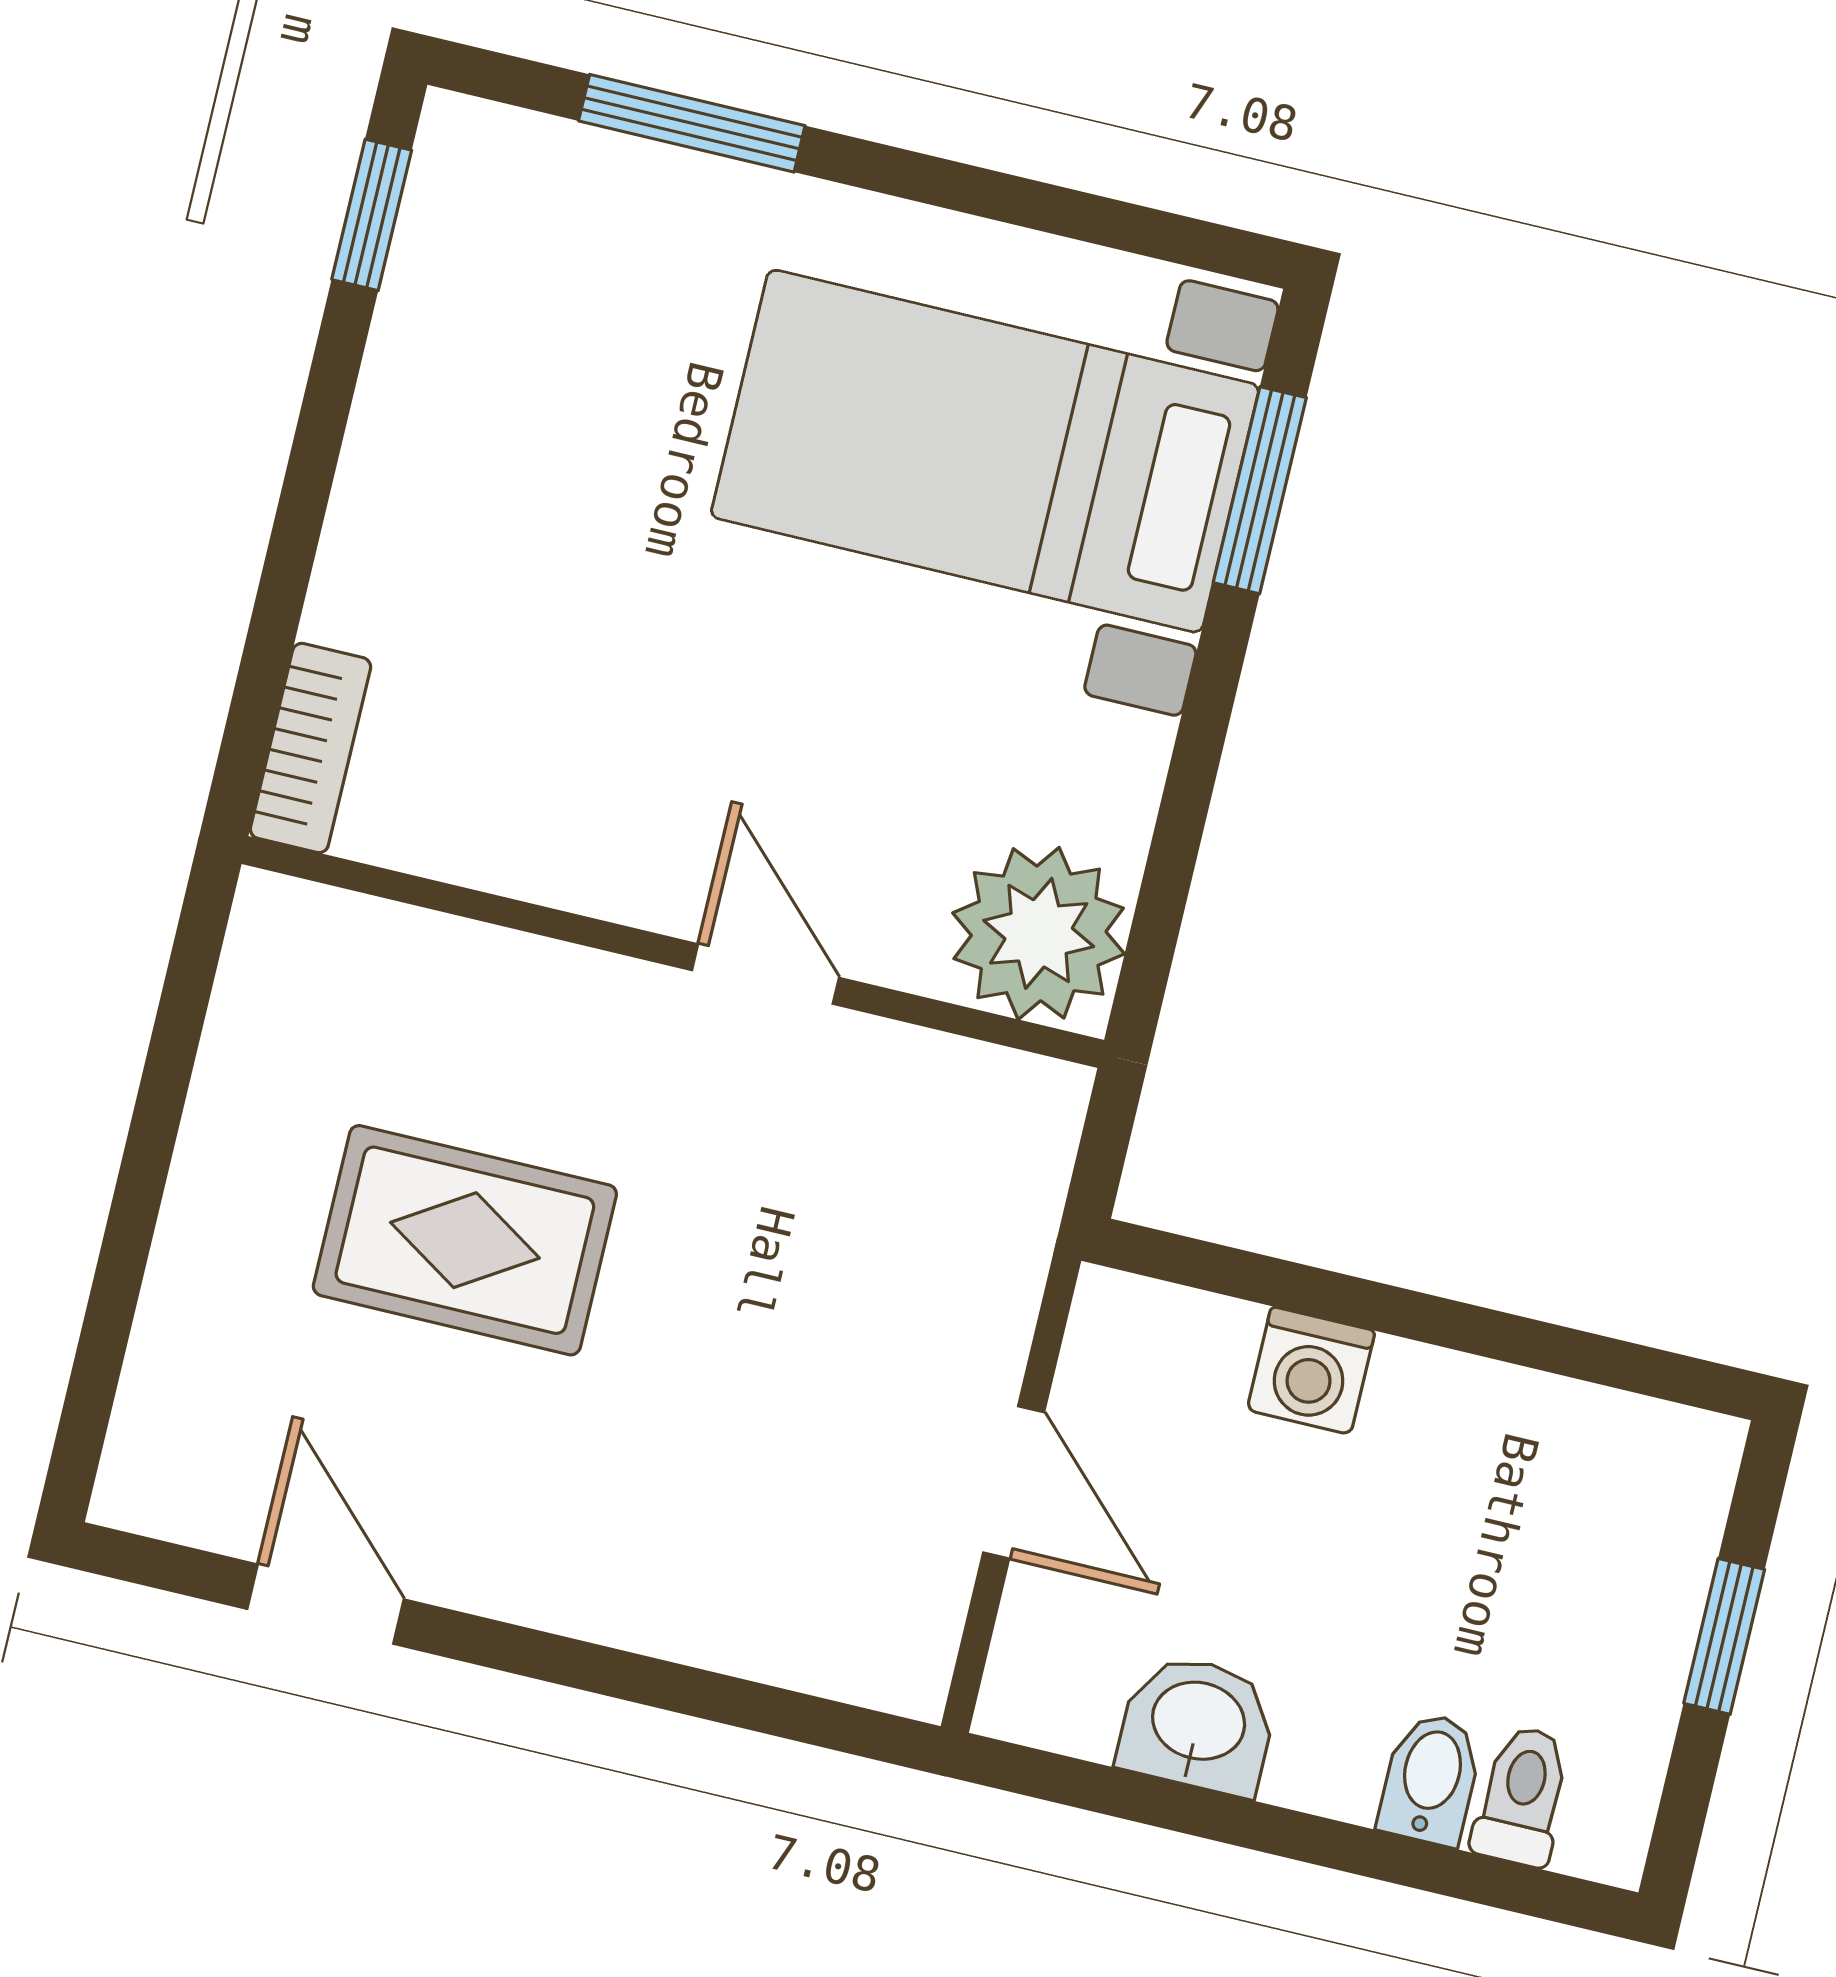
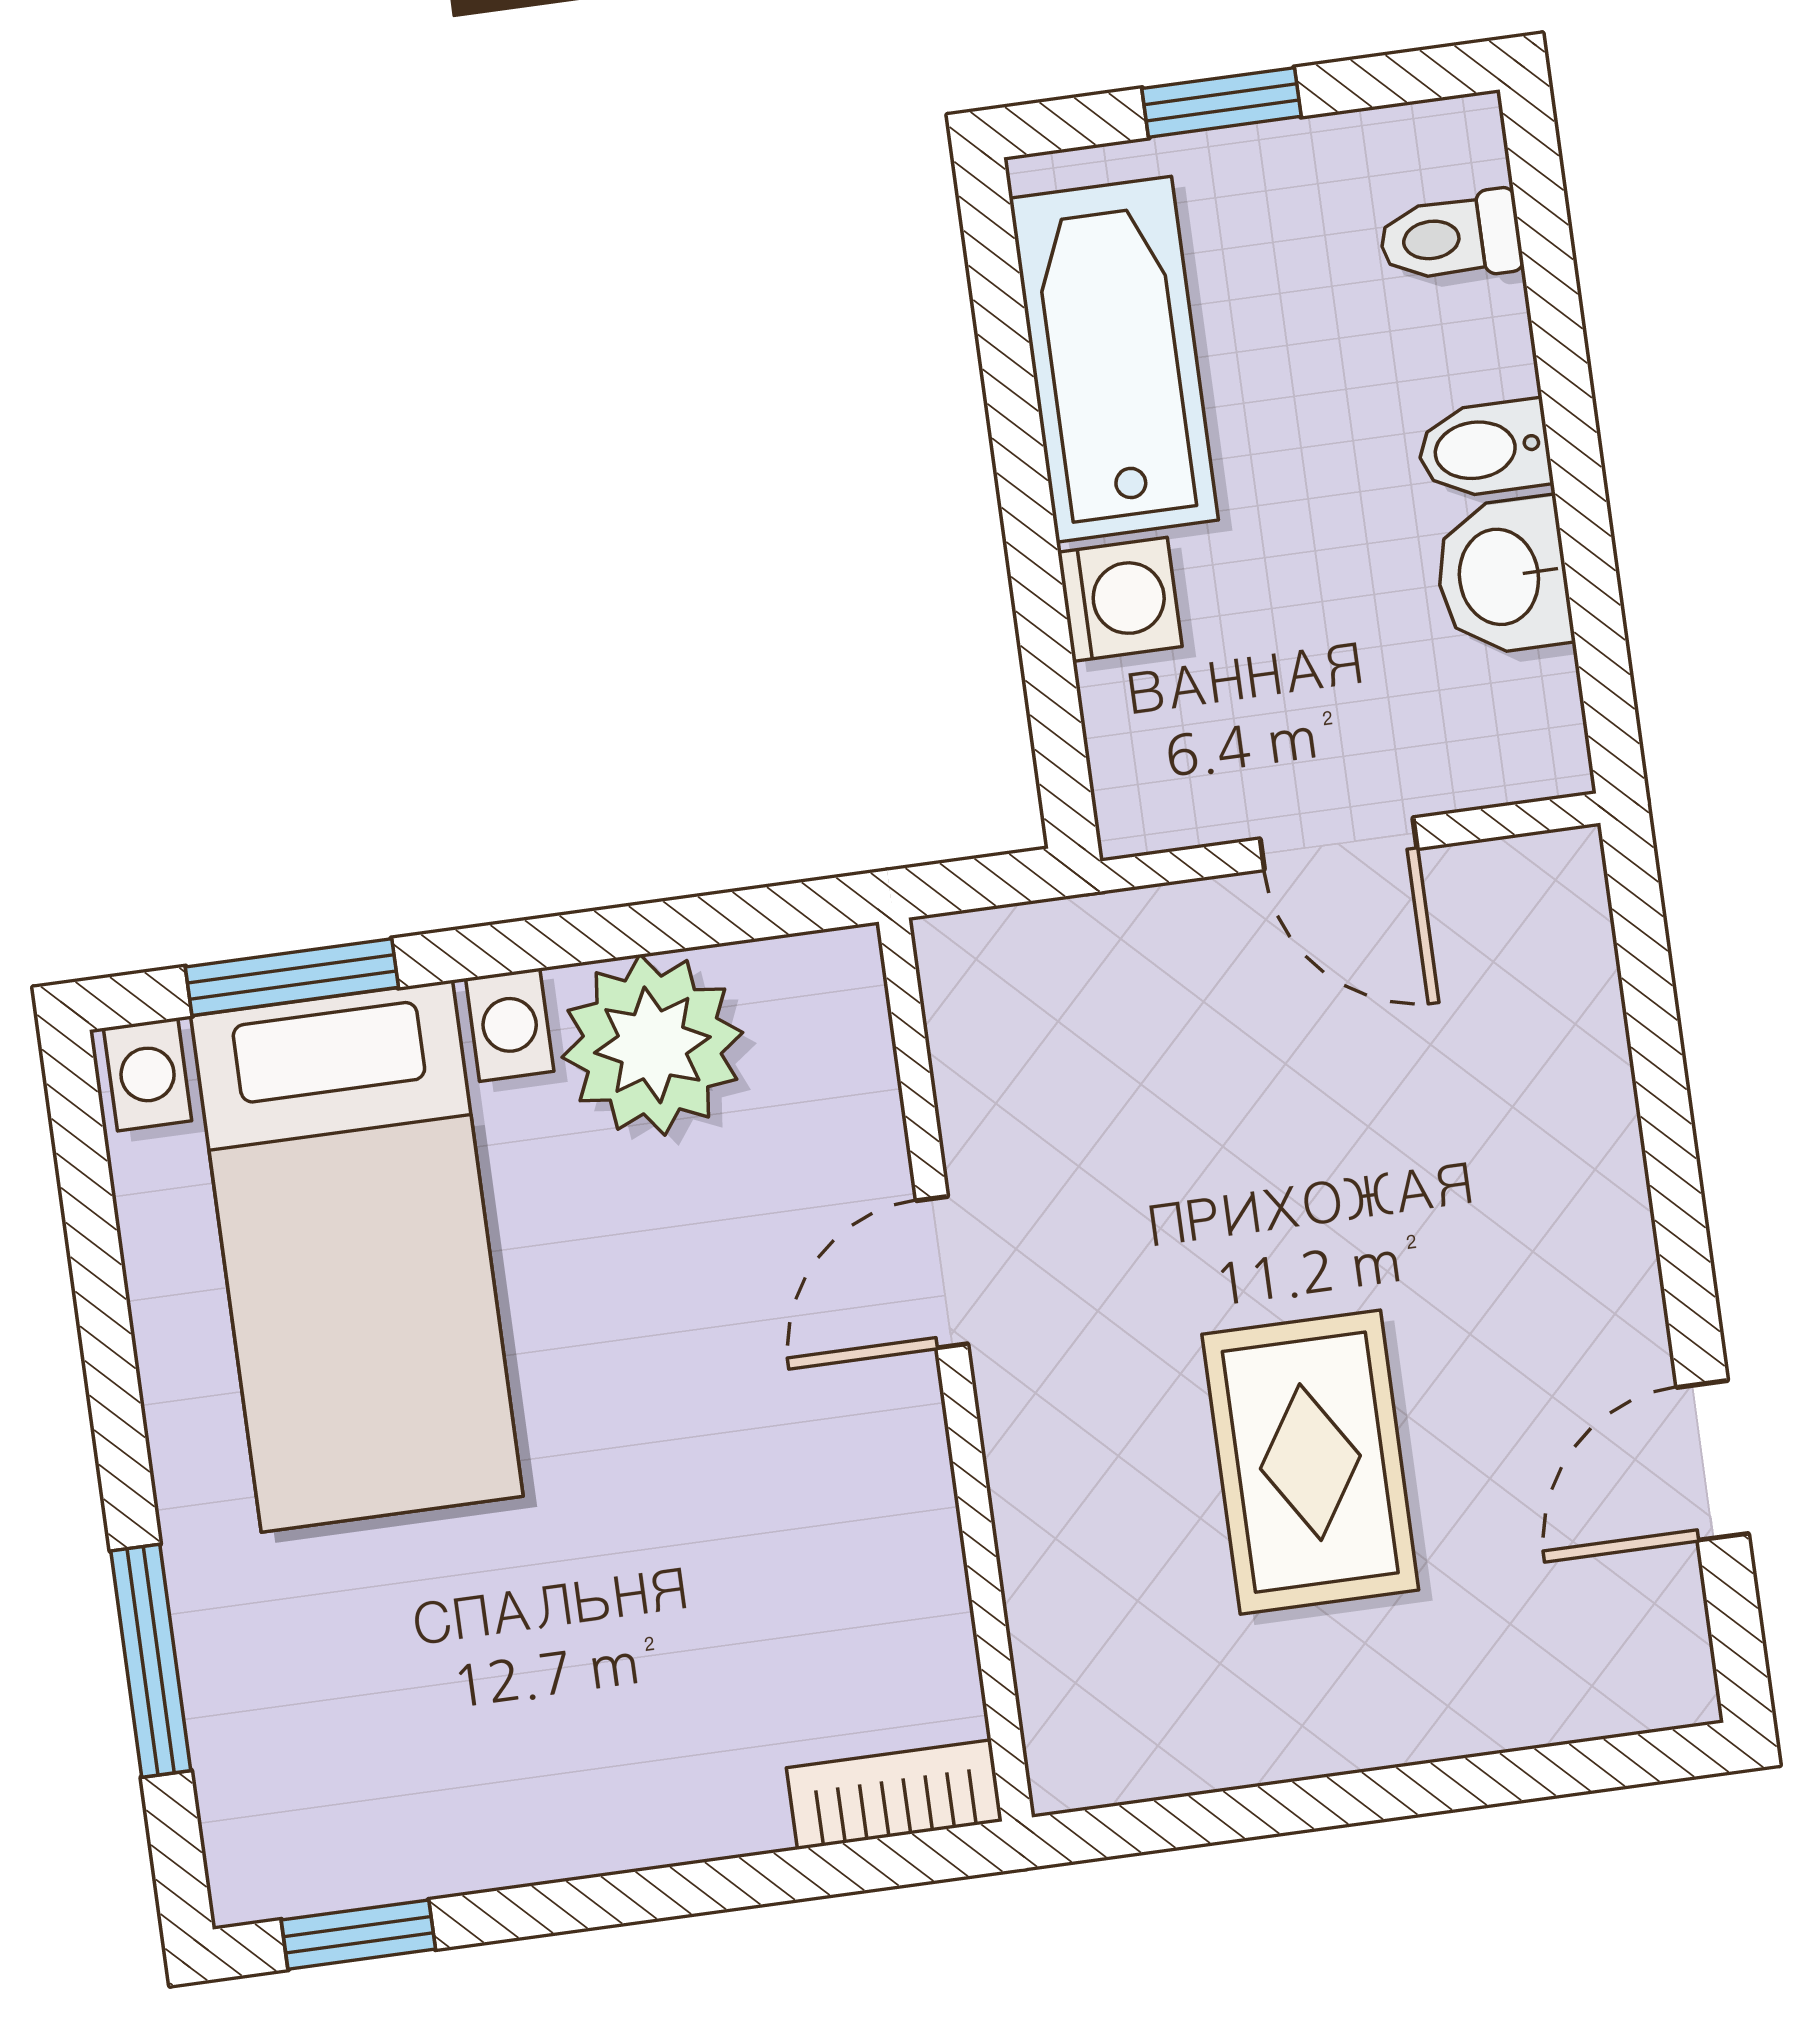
plant: (1039, 933) -> (652, 1045), moved
bathtub: (1530, 1449) -> (1114, 359), added
door: (1014, 1482) -> (1339, 844), swing flipped
bidet: (1430, 1779) -> (1484, 449), moved

